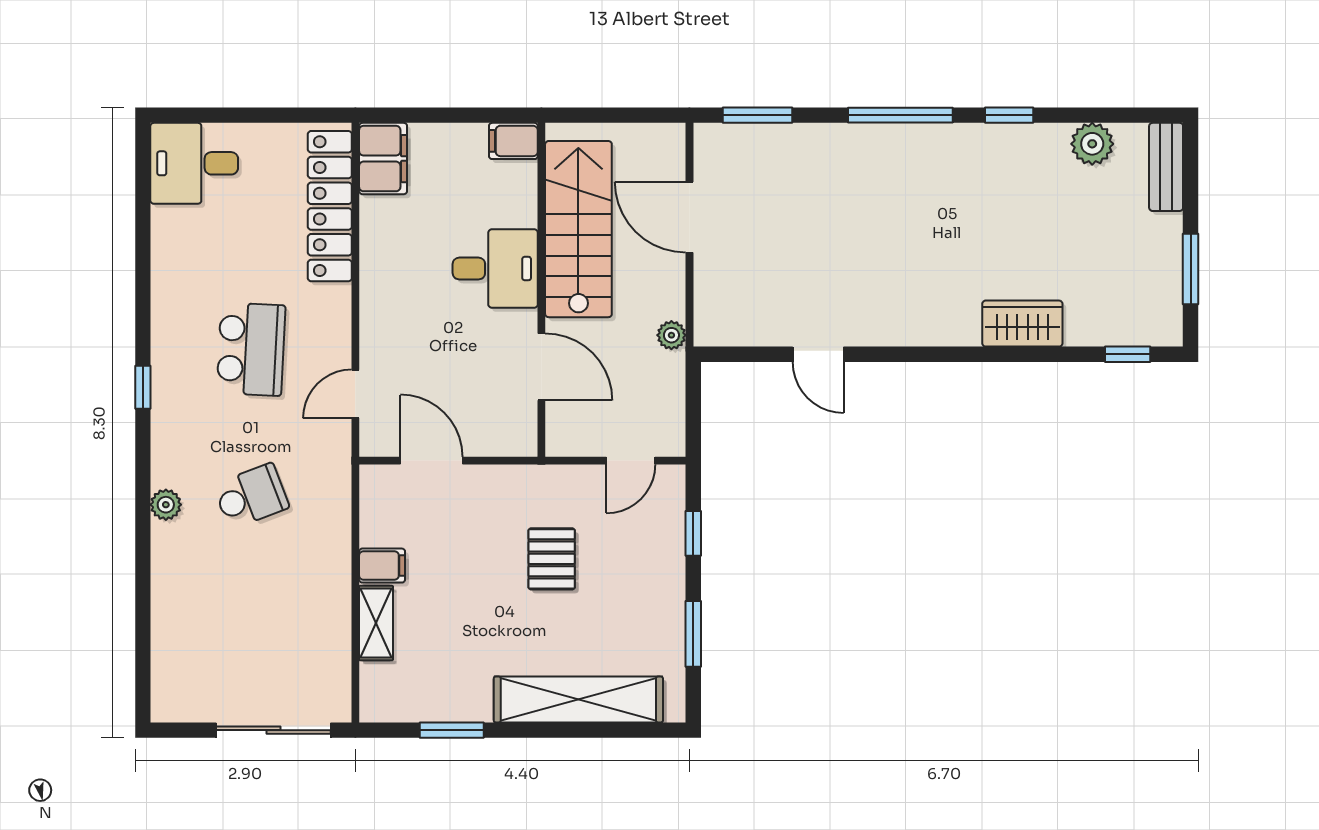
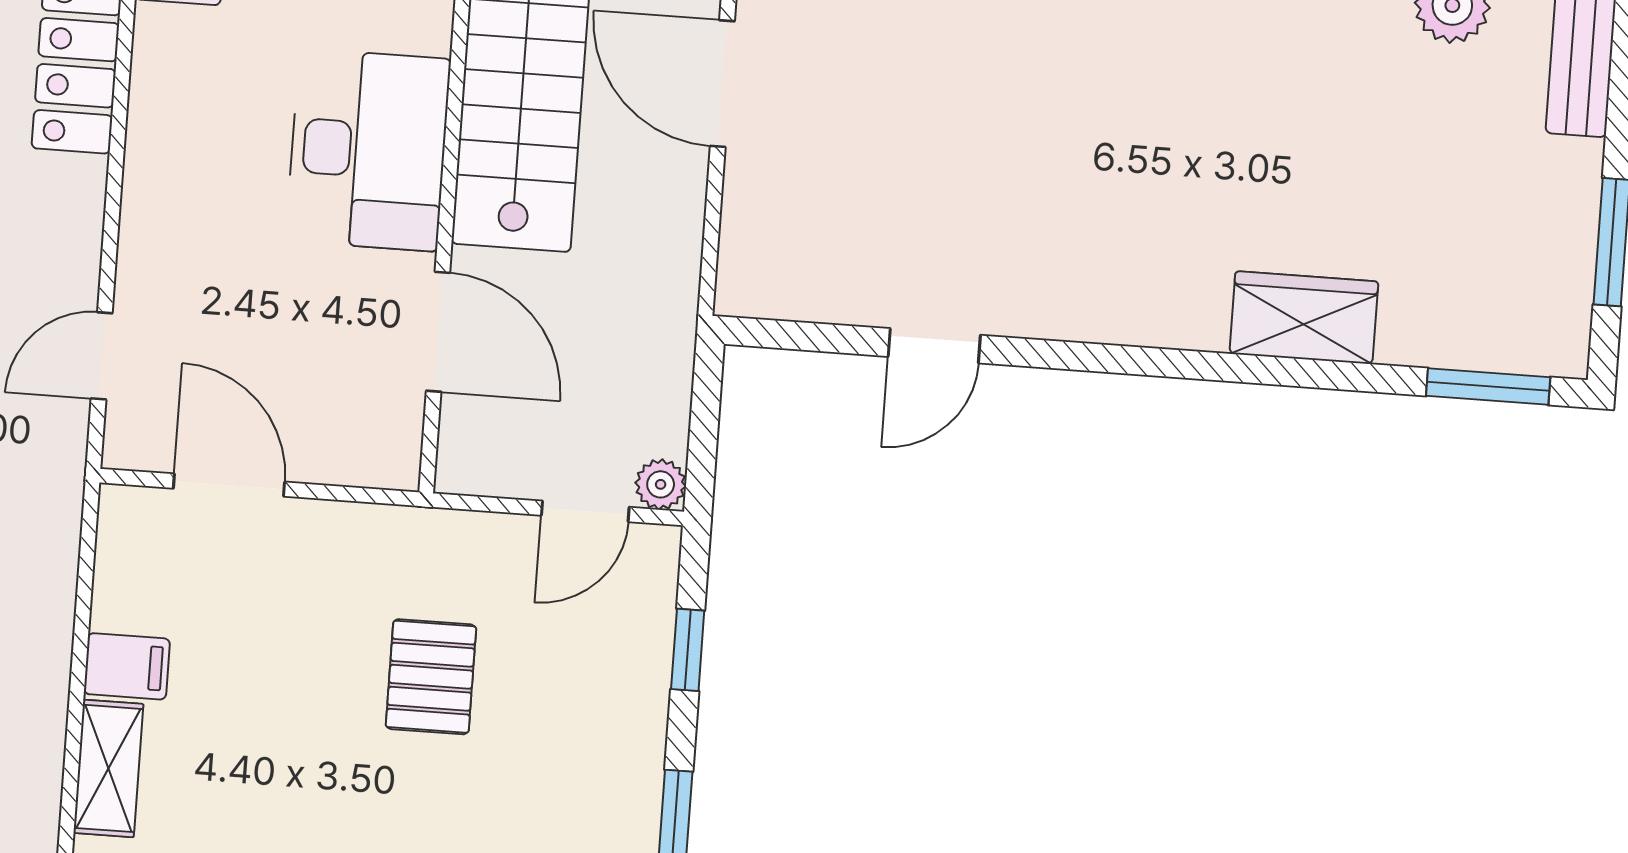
desk: (495, 269) -> (368, 150), width x1.37
plant: (671, 335) -> (661, 484), moved
door: (818, 354) -> (934, 346), hinge flipped
window: (1128, 354) -> (1488, 386), width x1.50

